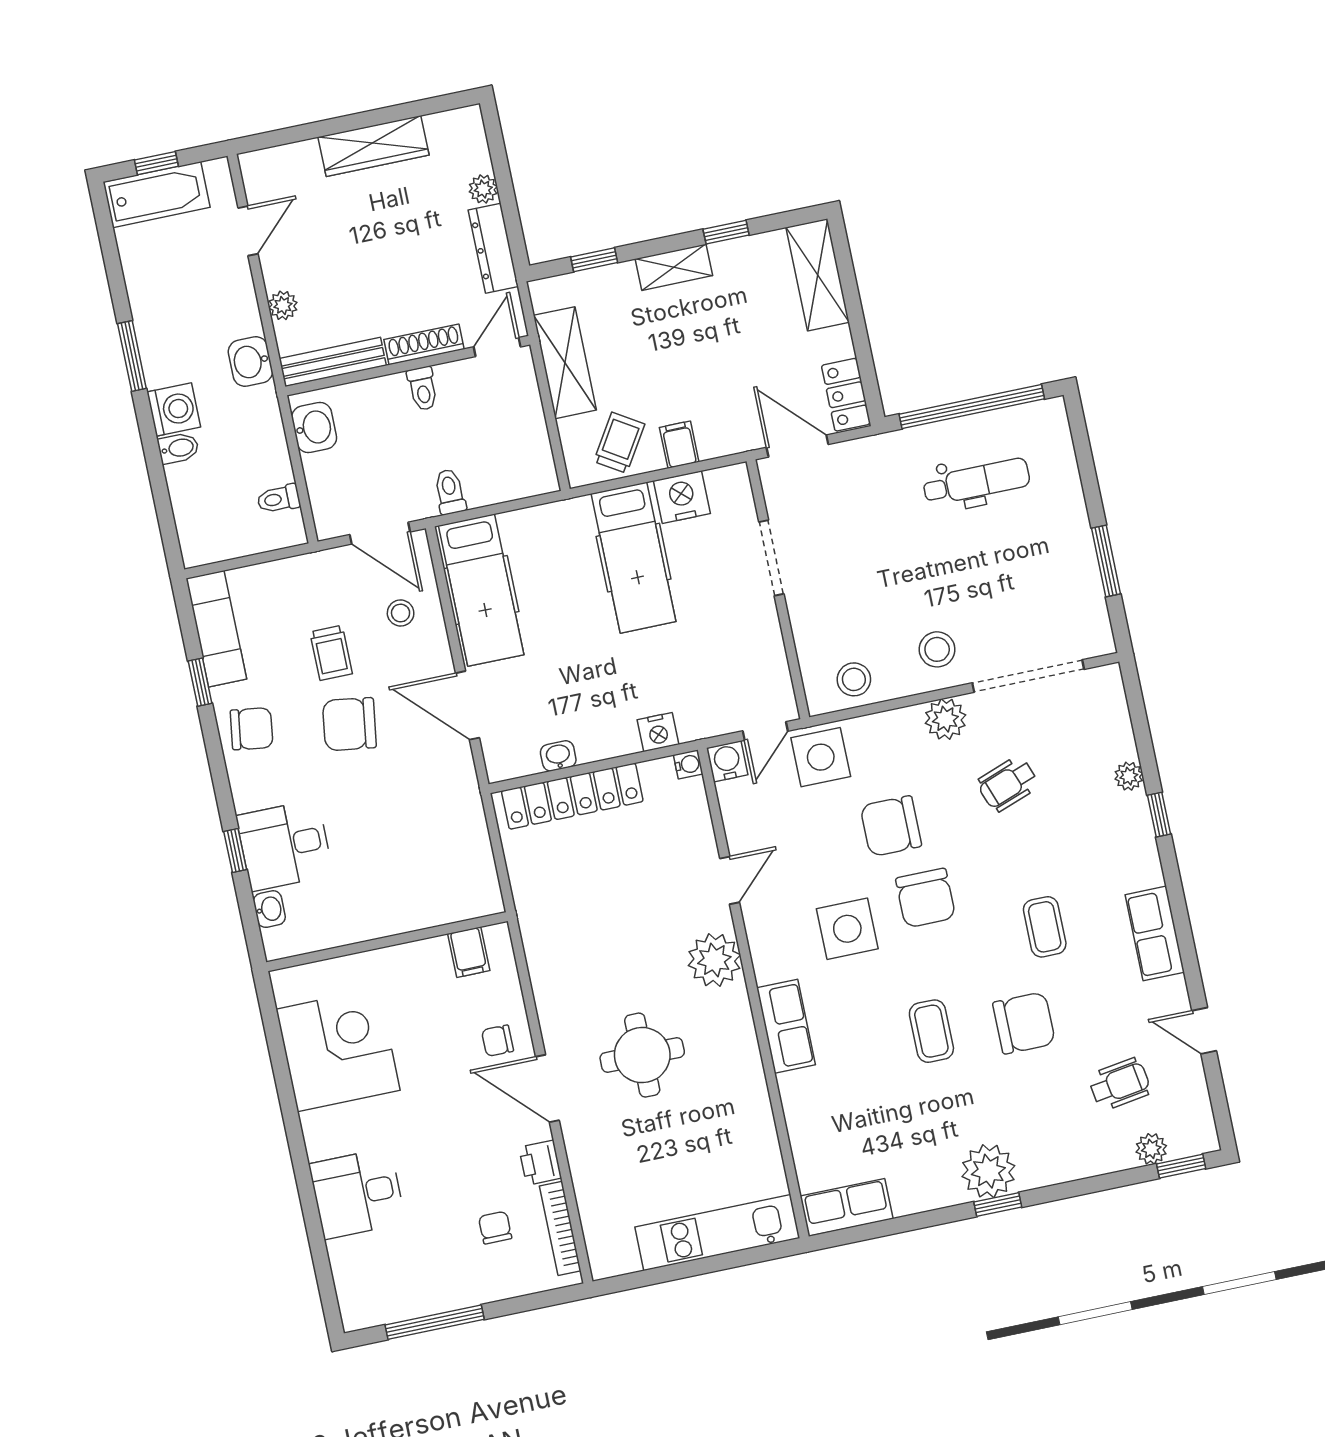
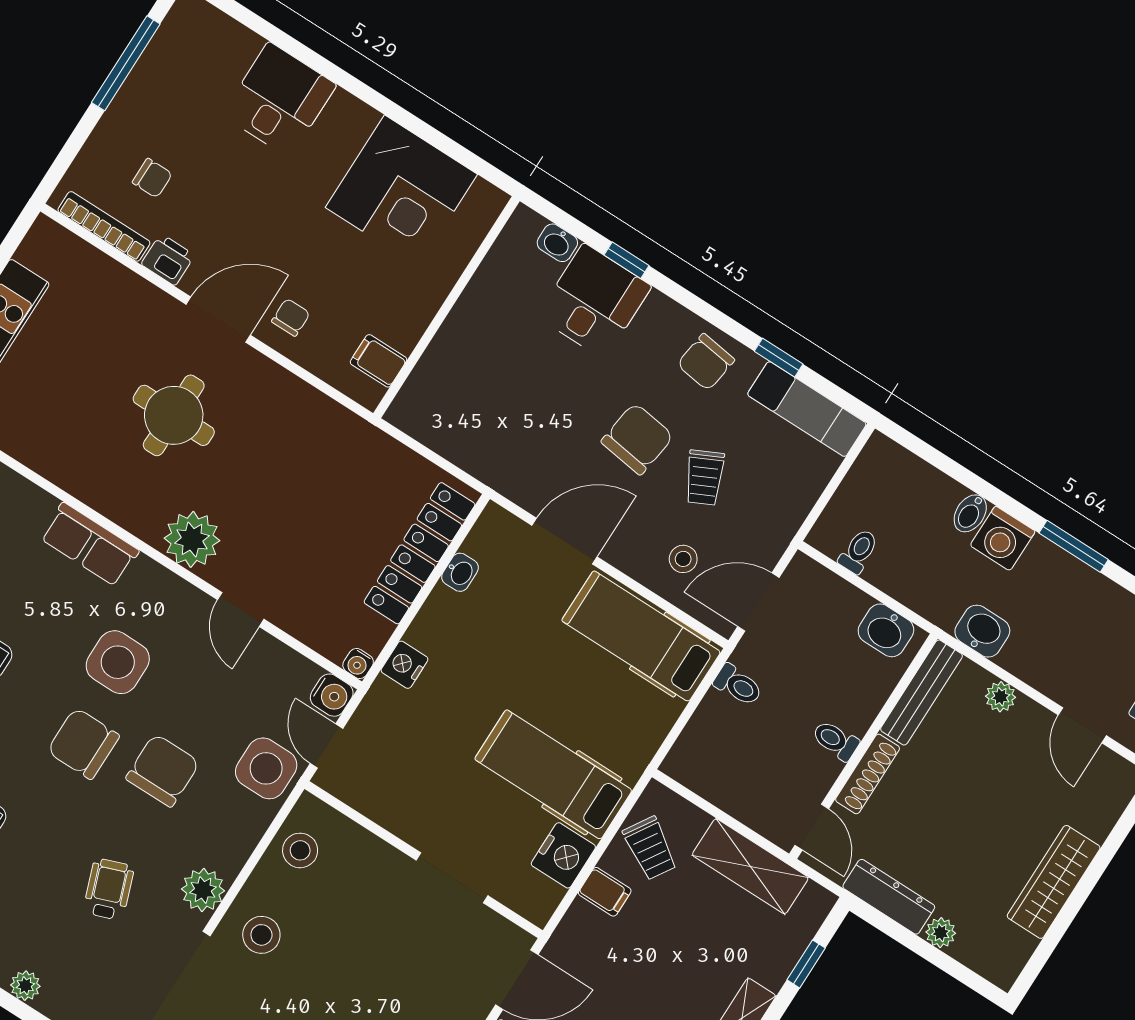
trolley: (331, 653) -> (704, 478), turned -116

